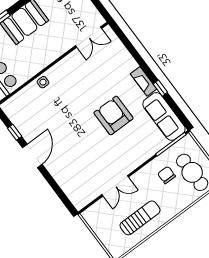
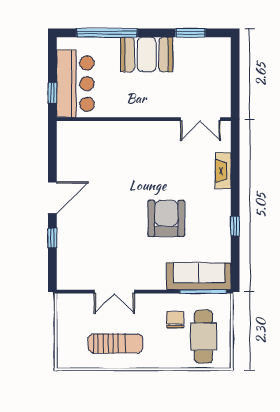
fireplace: (144, 81) -> (223, 171), moved
side table: (43, 82) -> (120, 130), removed
sofa: (164, 116) -> (199, 276), moved, turned 90
window: (15, 132) -> (52, 238), moved

